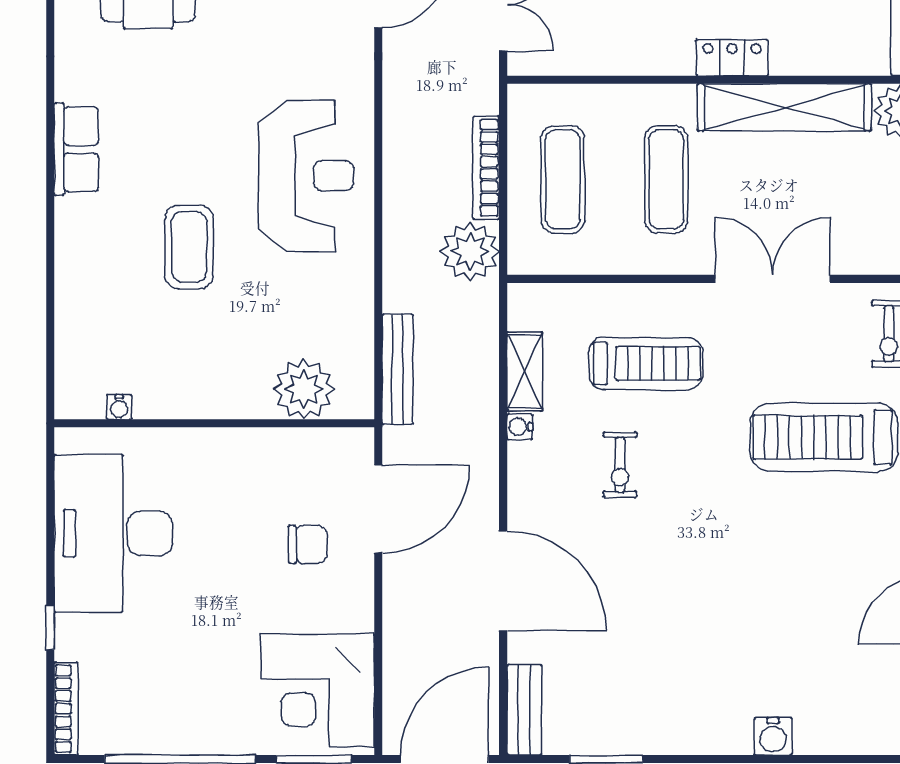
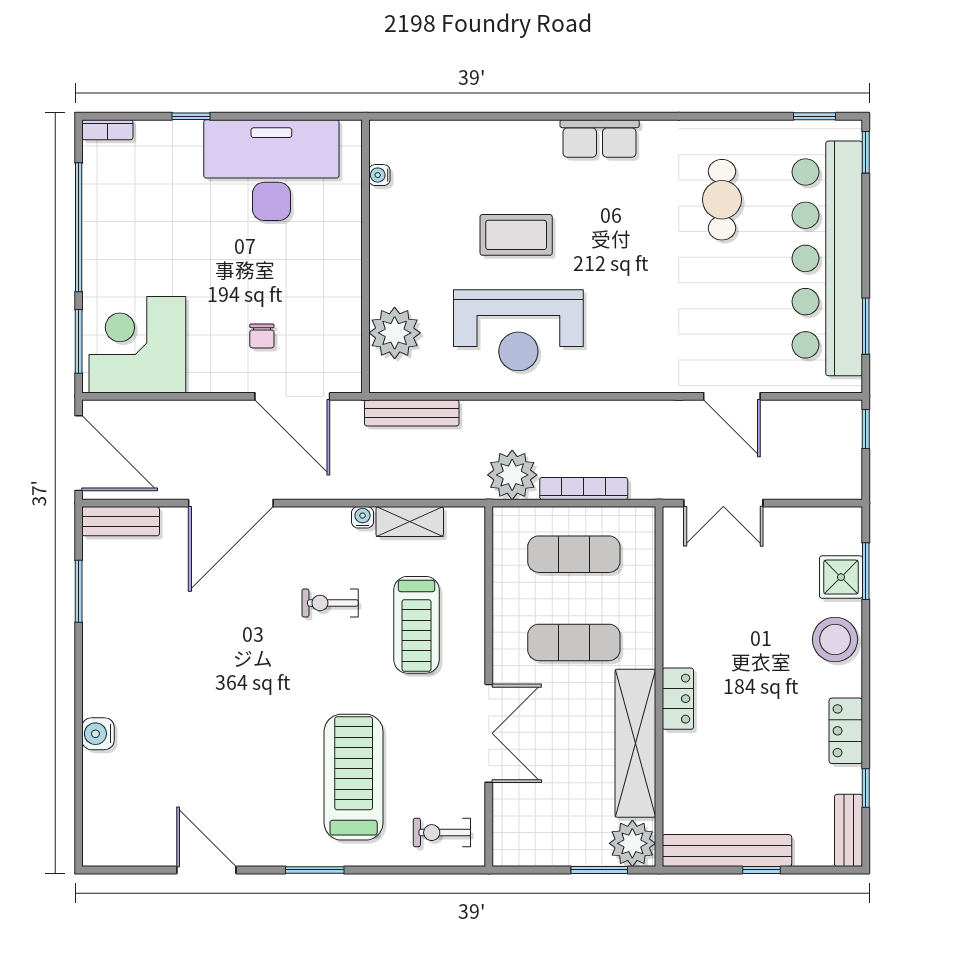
reception desk: (306, 176) -> (518, 330), moved
chair: (307, 545) -> (262, 336), width x0.73, depth x0.73
bookcase: (66, 709) -> (107, 130), width x0.64

